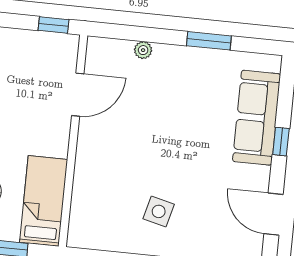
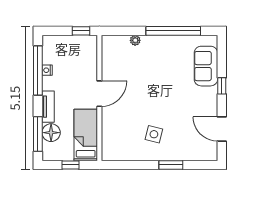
window: (209, 41) -> (173, 31), width x2.11
door: (78, 95) -> (99, 94), moved
sofa: (257, 118) -> (206, 66), width x0.73

